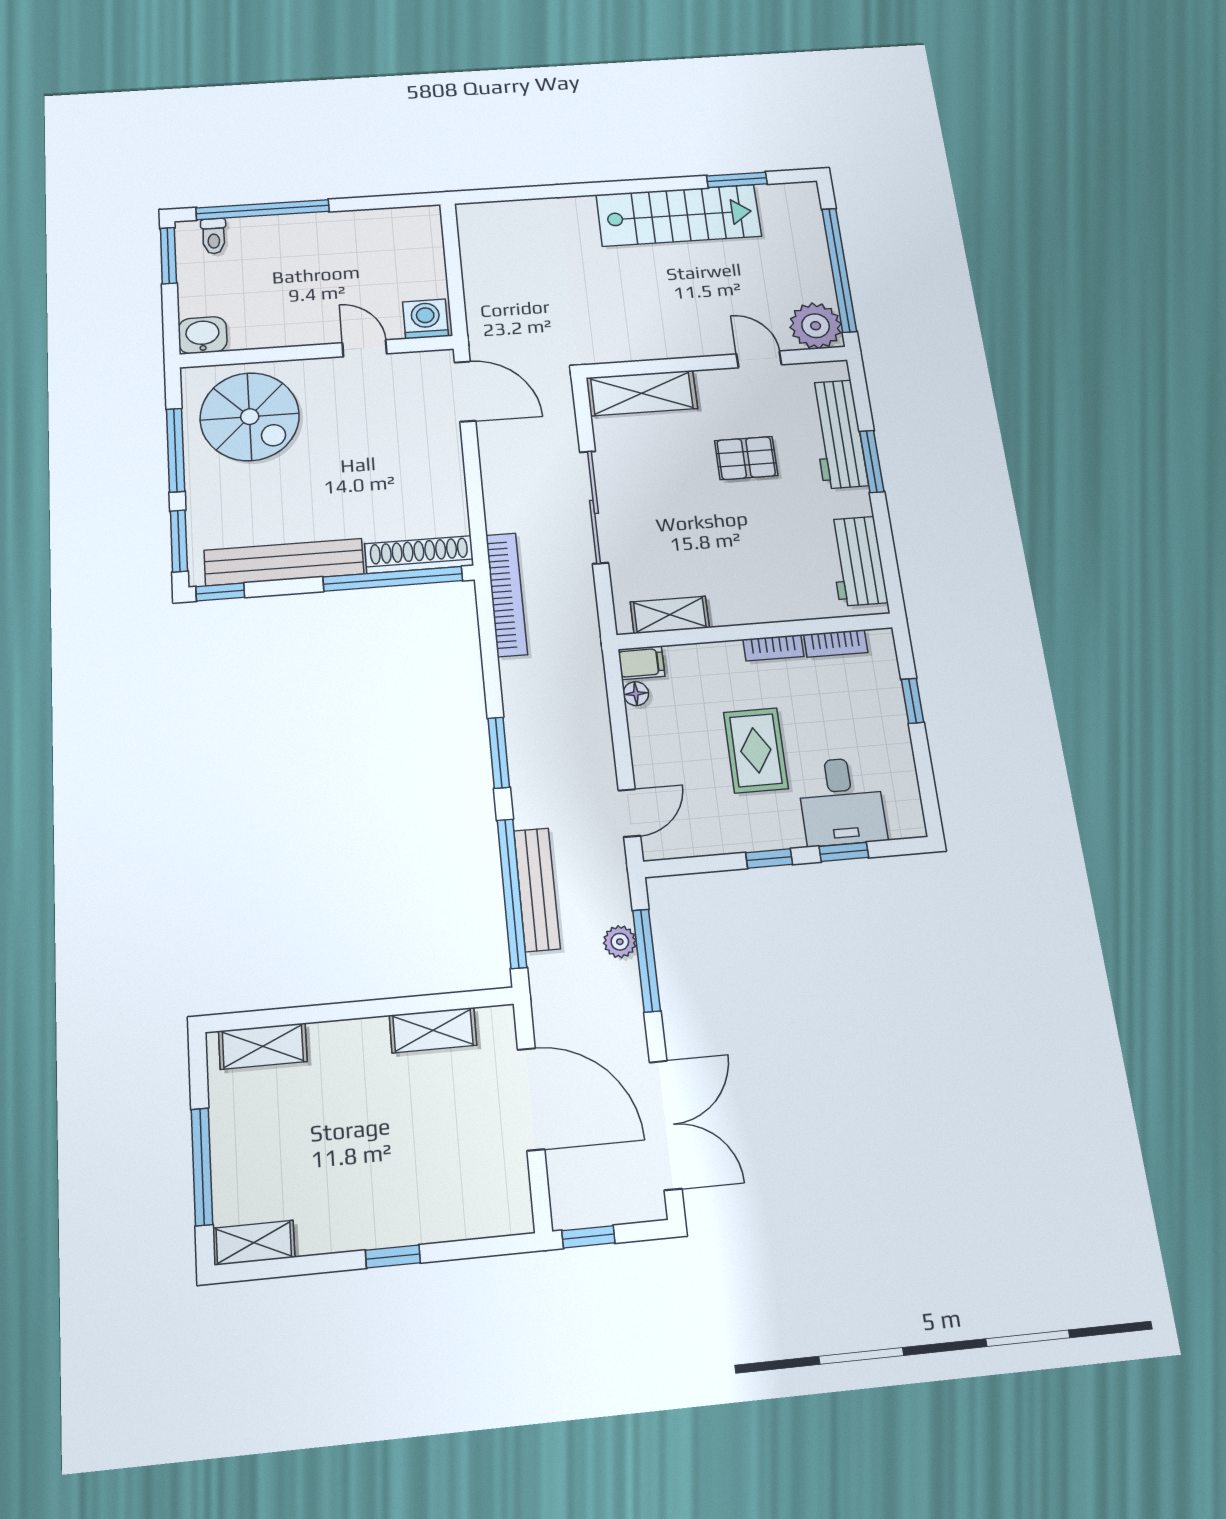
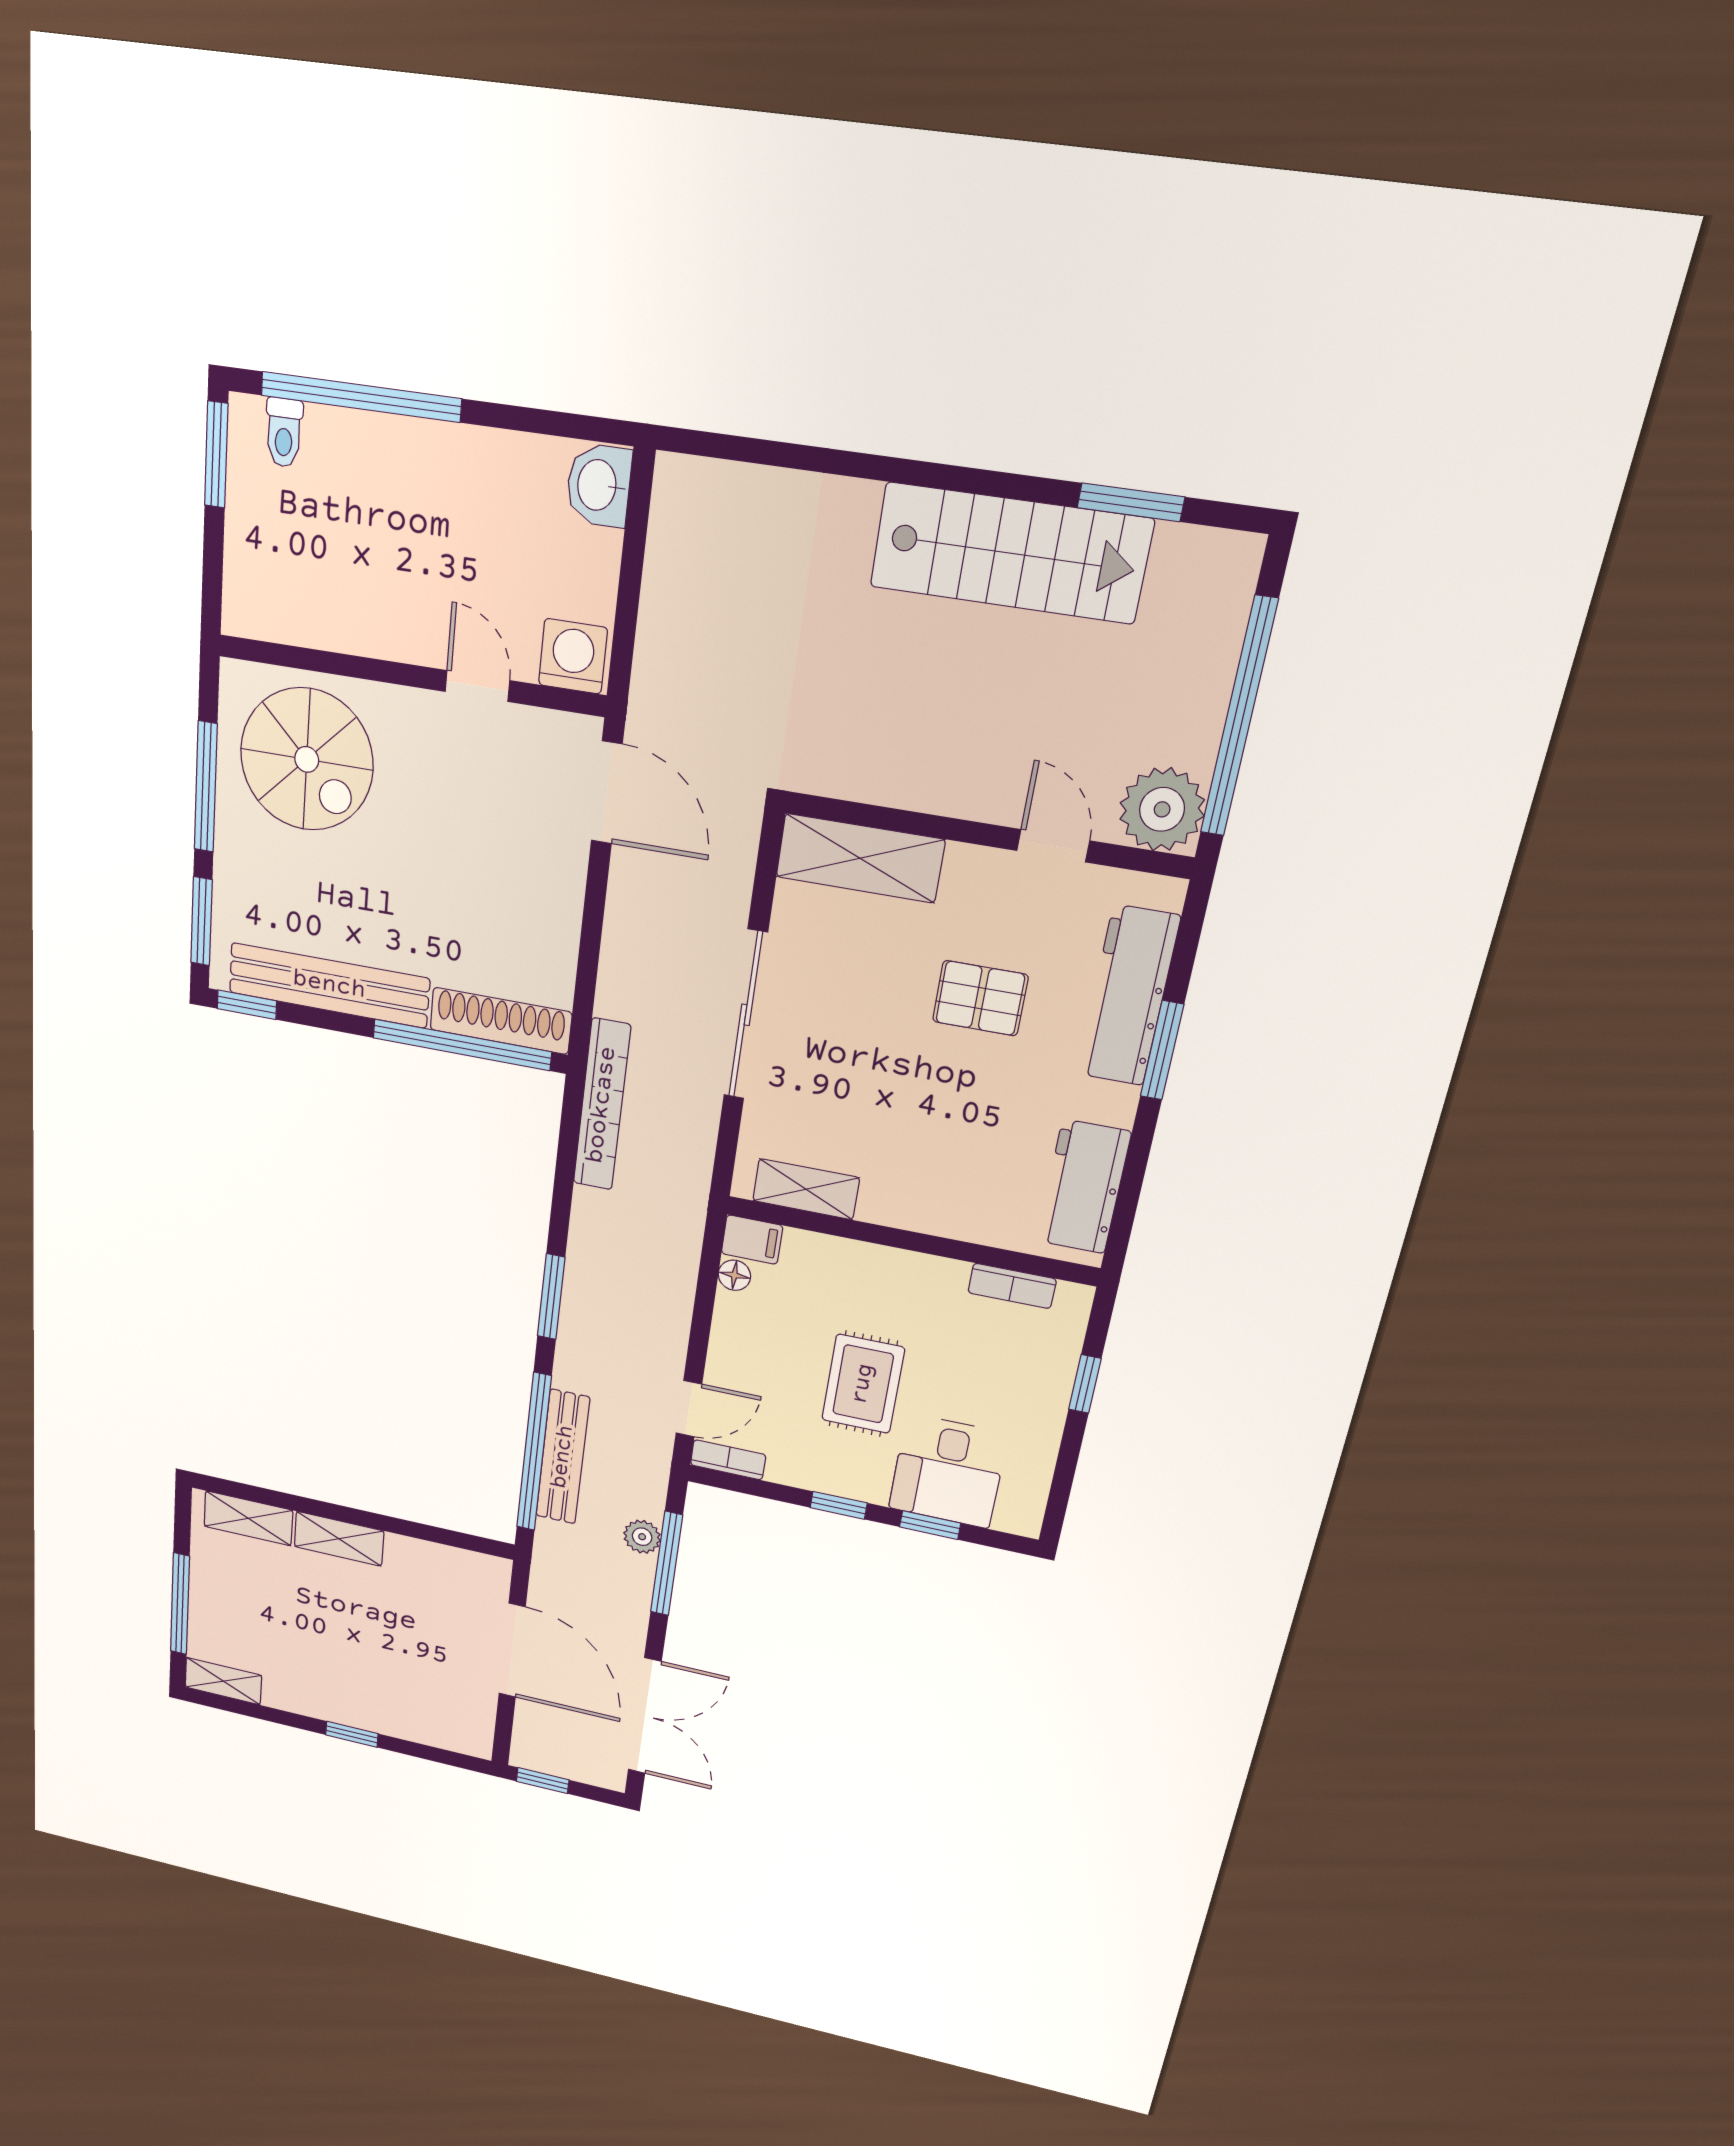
washbasin: (203, 335) -> (599, 485), moved, turned -90
bookcase: (773, 648) -> (728, 1460), moved, turned 180
shelving: (433, 1030) -> (339, 1539), moved

